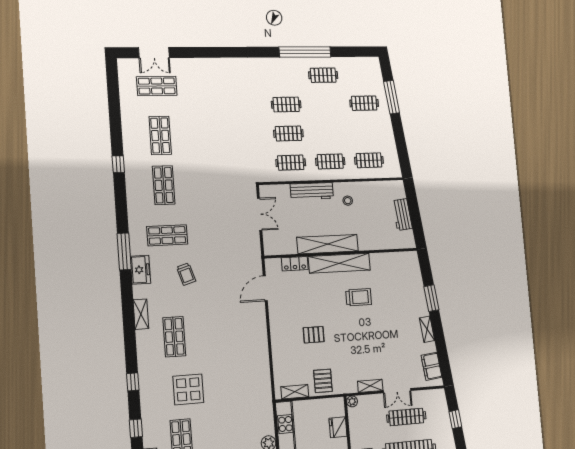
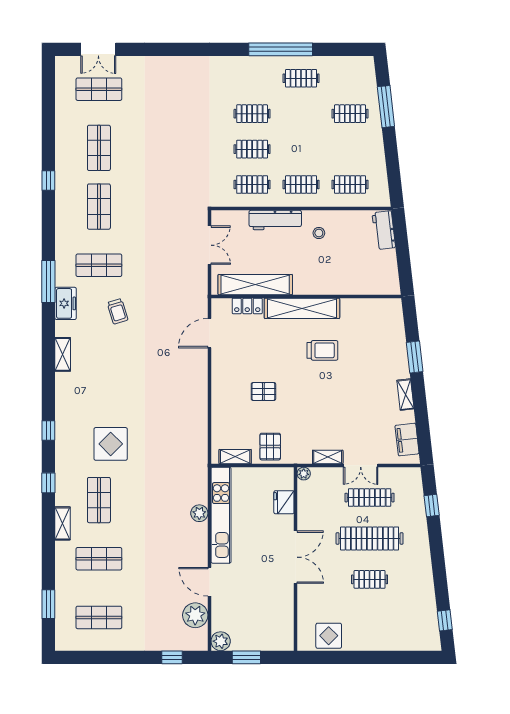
workbench: (402, 215) -> (384, 230), moved
shelving: (328, 244) -> (255, 285), moved
shop shelf: (174, 337) -> (99, 383), removed

